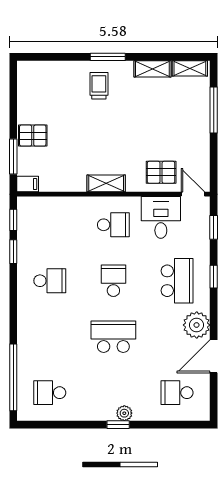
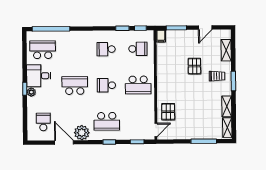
door: (13, 106) -> (205, 28), added
pallet: (33, 136) -> (194, 66), moved
shelving: (106, 183) -> (226, 50), moved
desk: (161, 217) -> (39, 76), moved, turned 180
school desk: (50, 225) -> (138, 49), added
school desk: (113, 225) -> (138, 85), width x1.85
school desk: (50, 281) -> (106, 49), turned 90
school desk: (113, 281) -> (106, 85), turned 180
school desk: (113, 337) -> (75, 86), turned -90
school desk: (50, 393) -> (43, 50), width x1.85

